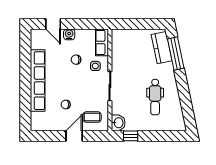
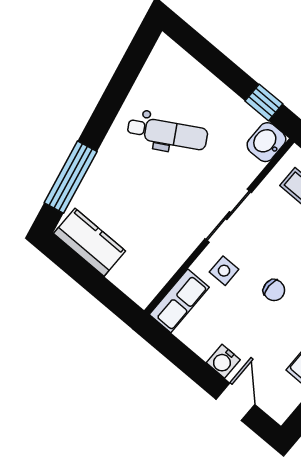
kitchen counter: (162, 48) -> (89, 242), moved, turned -78
chair: (76, 60) -> (274, 290), moved
dental chair: (155, 97) -> (167, 133), turned 60

